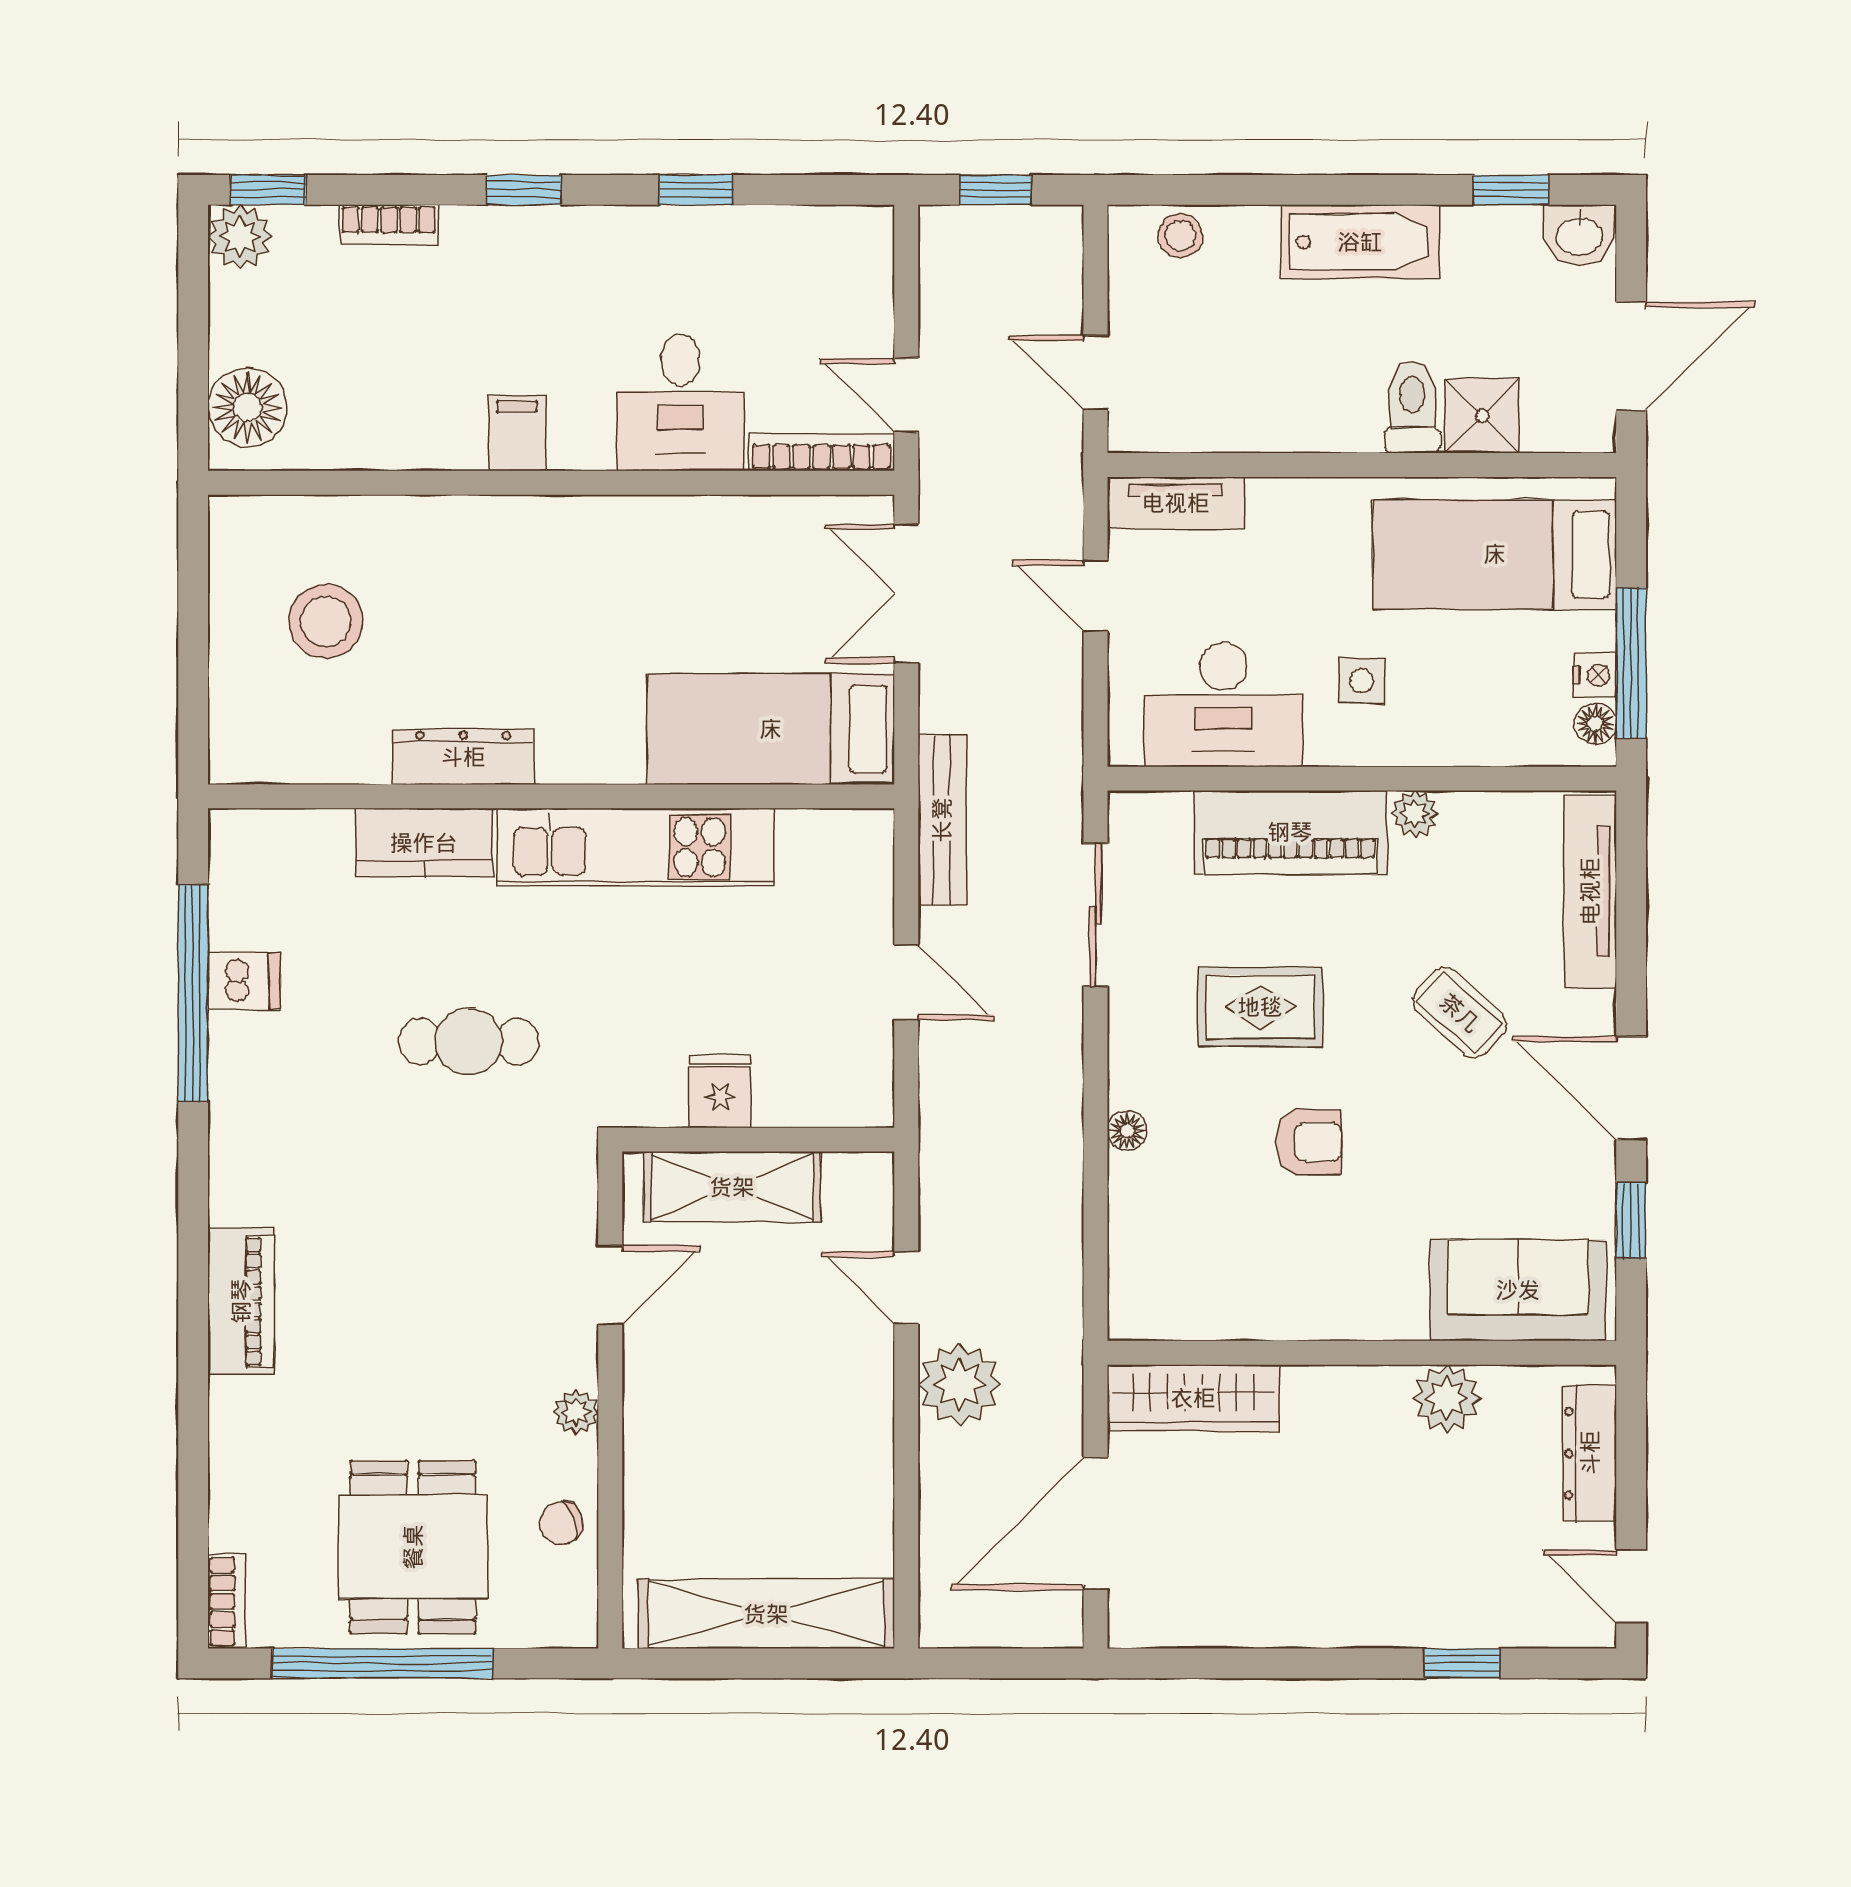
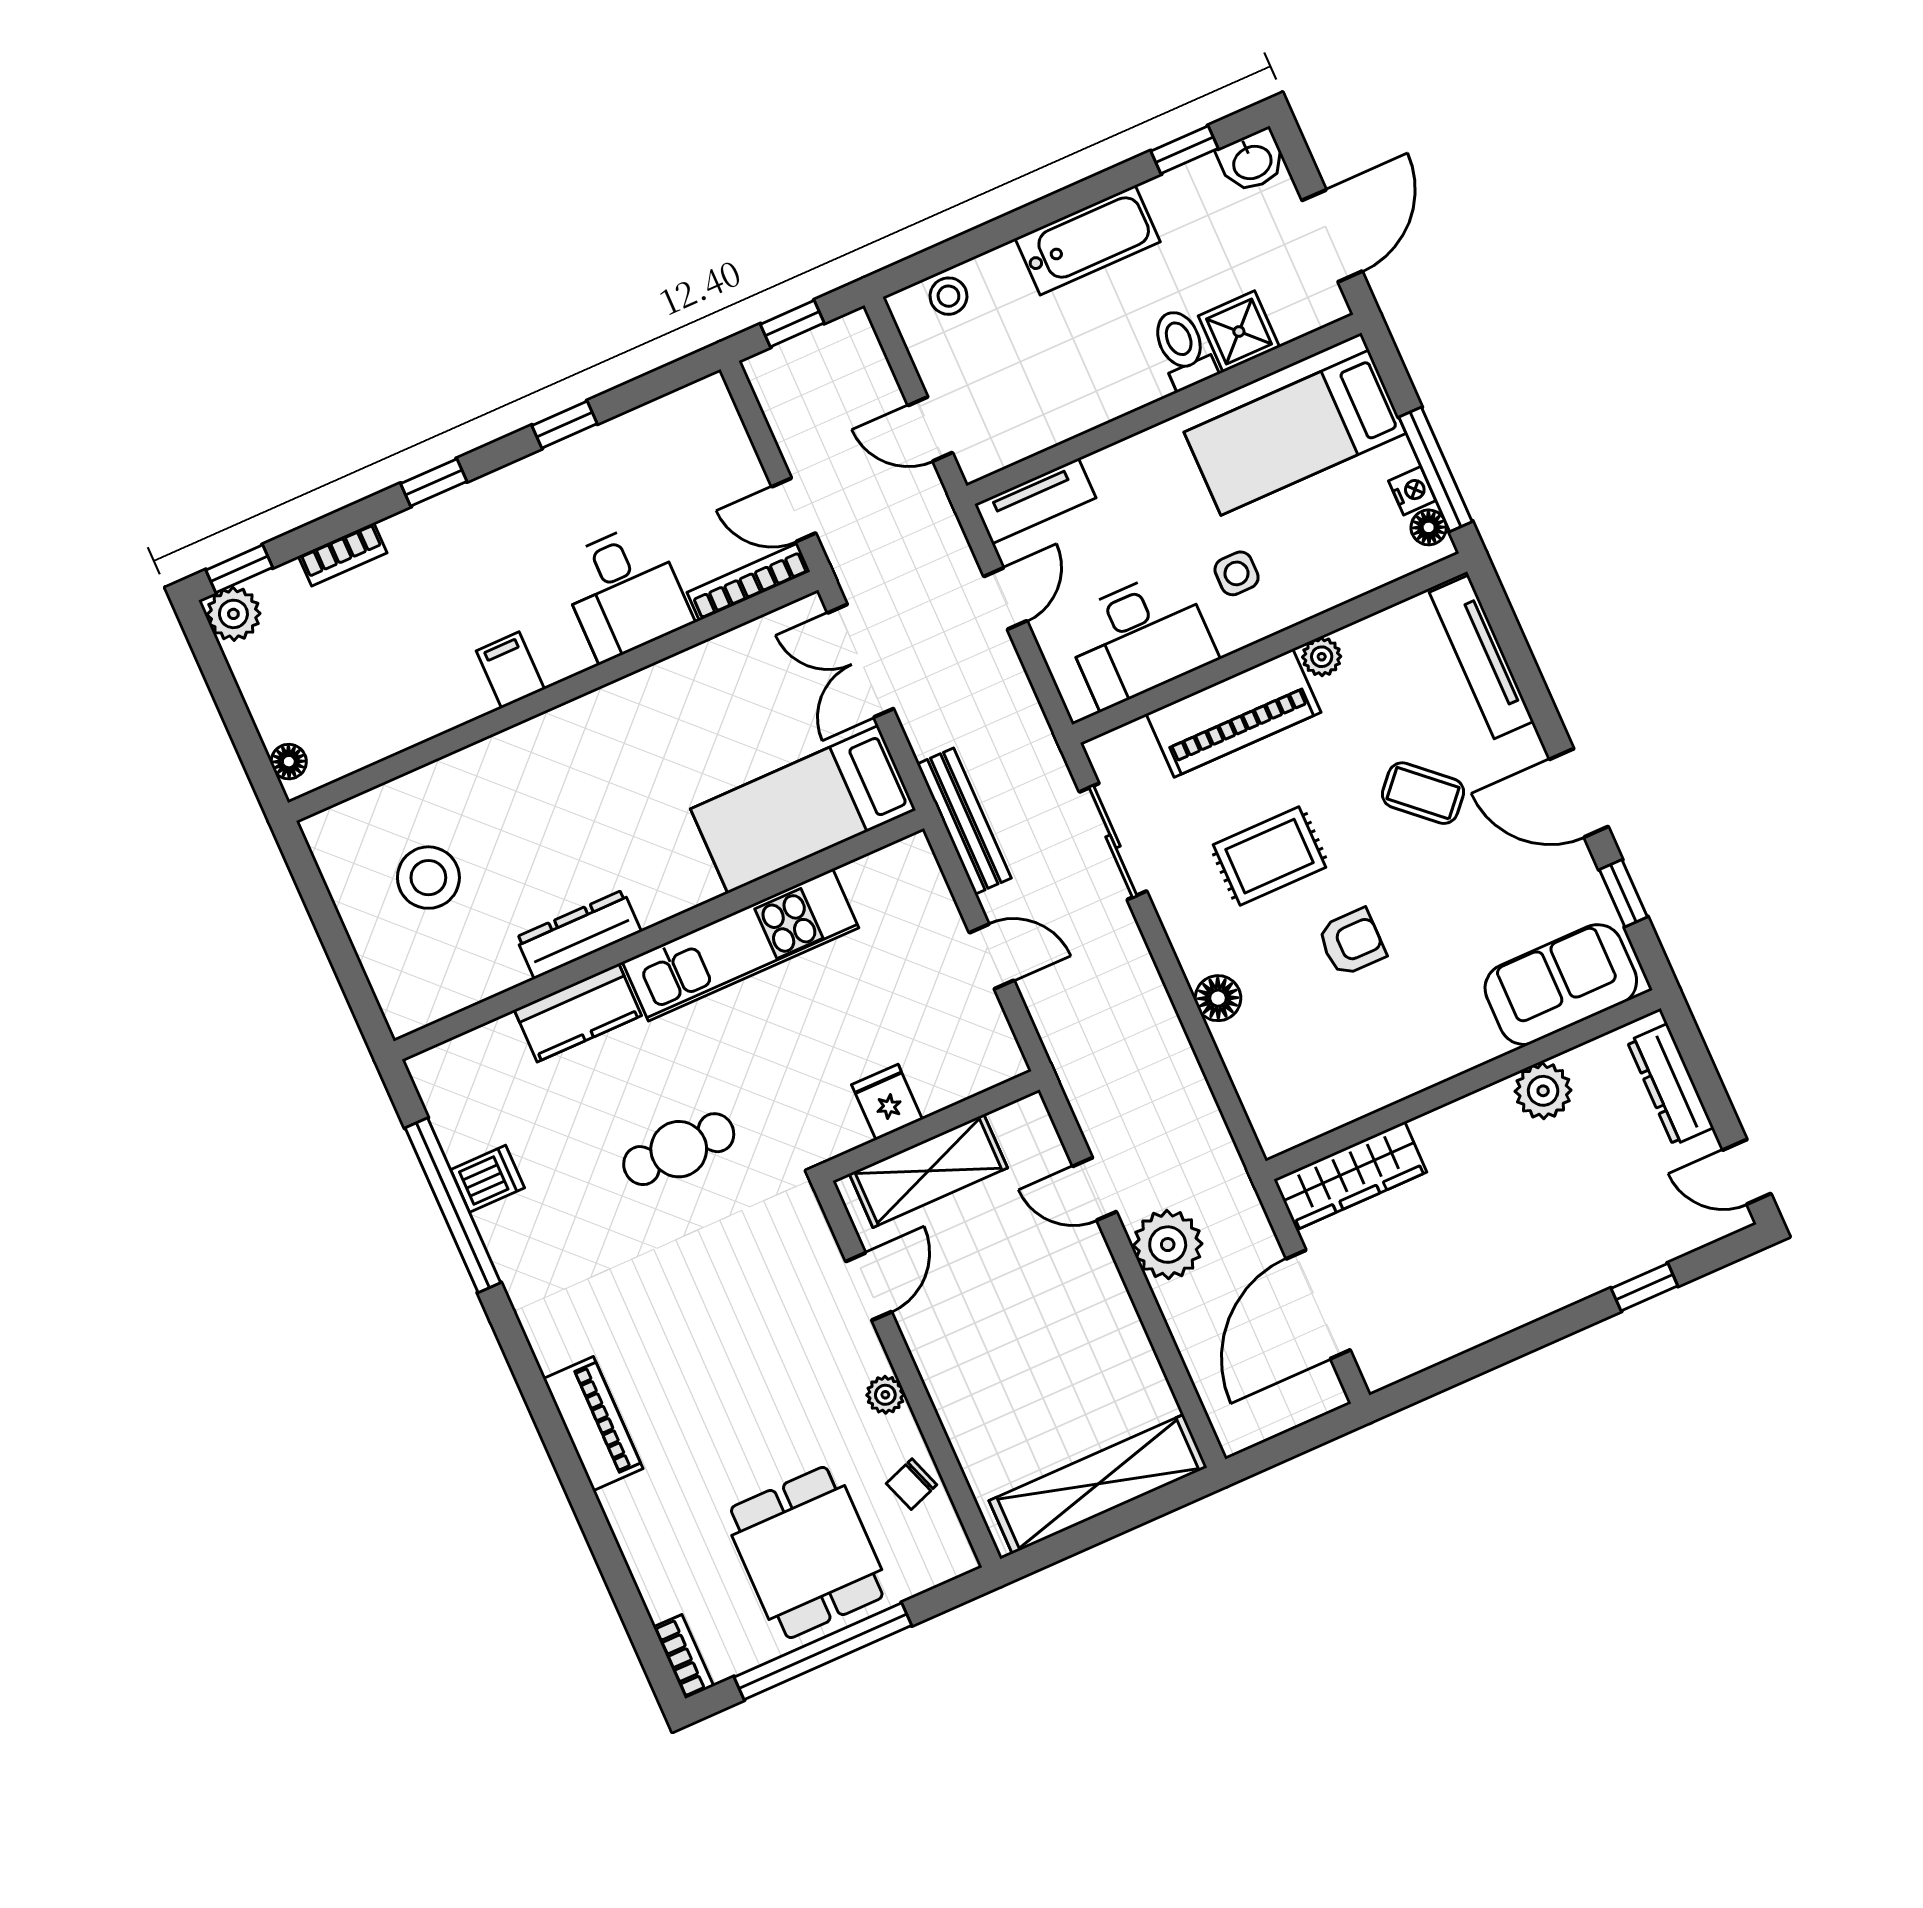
floor lamp: (247, 407) -> (289, 762), width x0.53, depth x0.53
door: (1096, 596) -> (1005, 599), swing flipped
floor lamp: (1127, 1131) -> (1218, 998), width x1.37, depth x1.37

